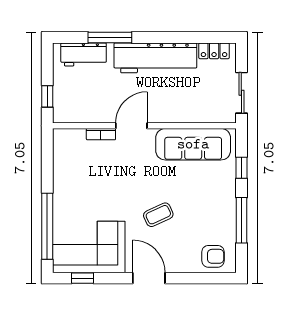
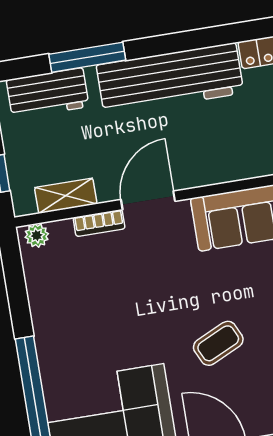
shelving: (84, 115) -> (66, 196), added
plant: (64, 135) -> (37, 235), added

